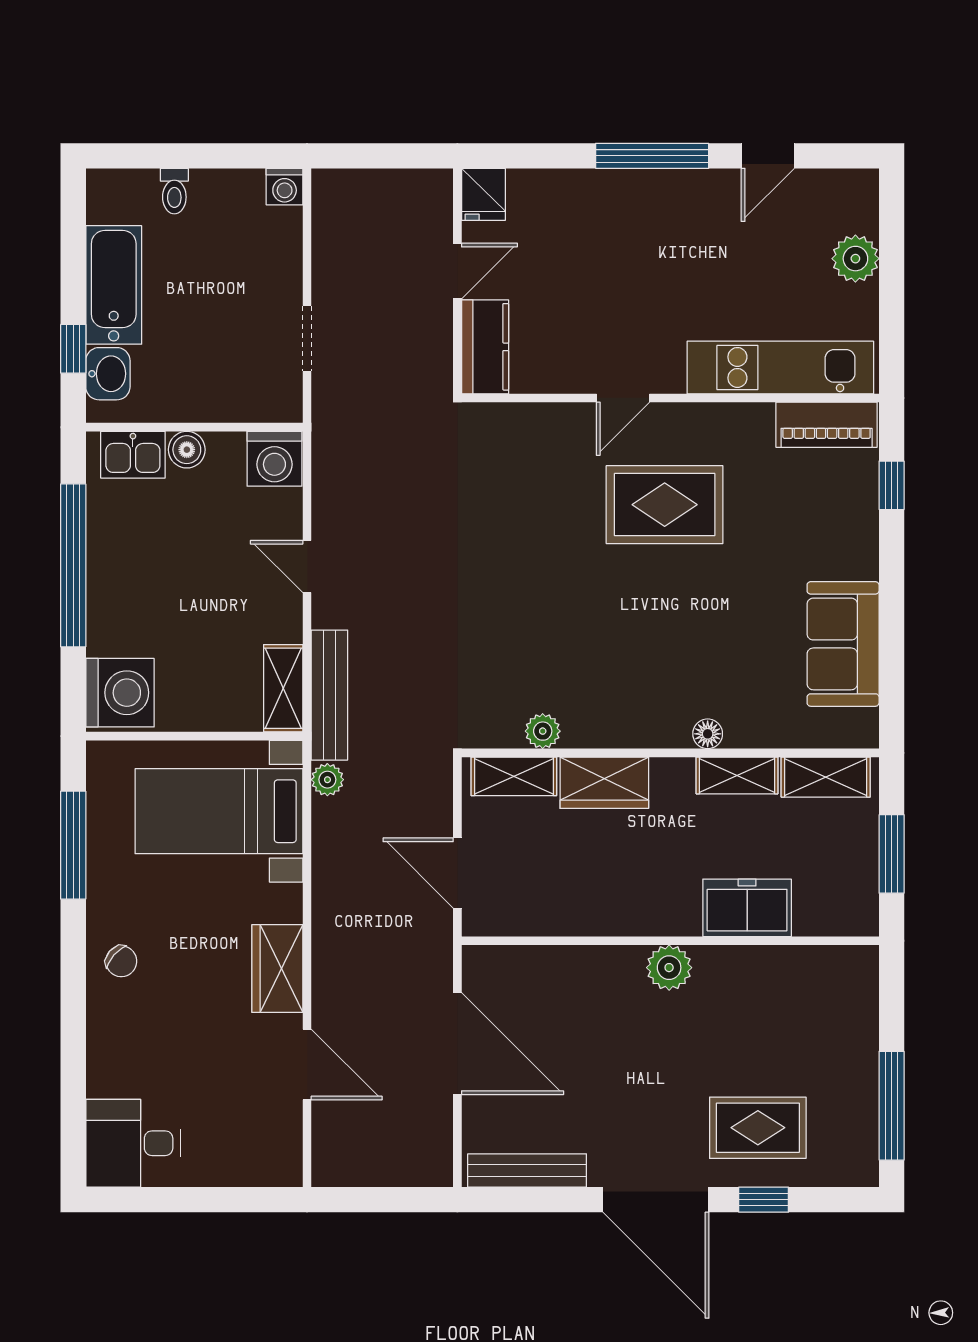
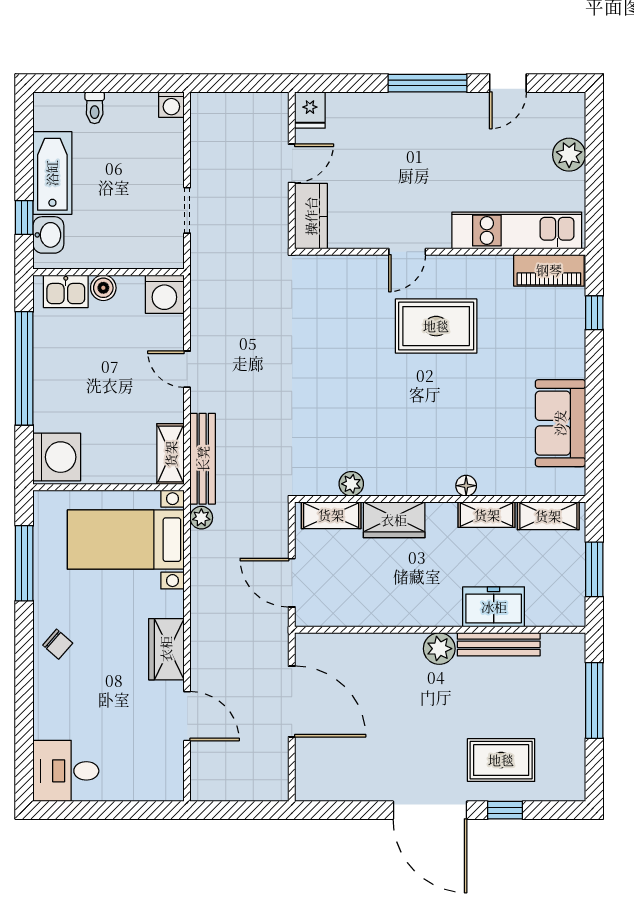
window: (892, 1106) -> (594, 700), moved
bench: (527, 1170) -> (499, 644), moved

